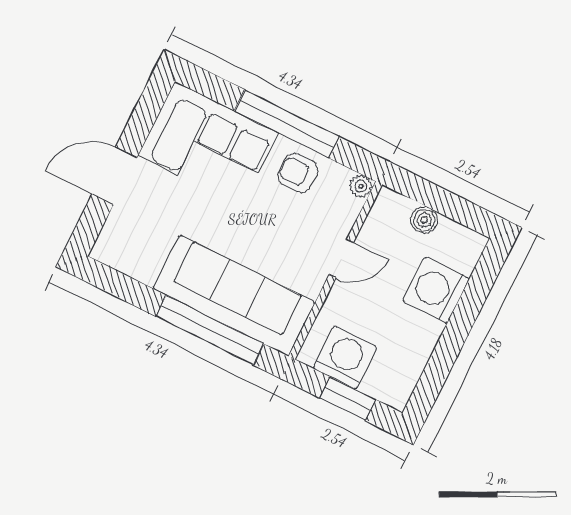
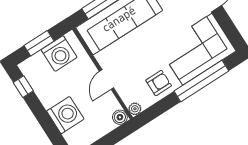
window: (287, 124) -> (201, 81), moved
boiler: (424, 220) -> (120, 117), moved
window: (431, 383) -> (23, 87), added

